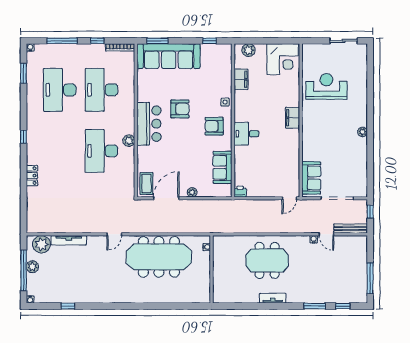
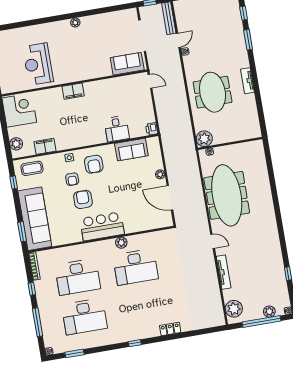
armchair: (203, 101) -> (72, 179), added
desk: (246, 134) -> (117, 129), moved
coffee table: (146, 183) -> (32, 168), moved
tv unit: (69, 240) -> (224, 272), moved
plant: (221, 244) -> (204, 139), added
plant: (32, 267) -> (269, 312), moved

